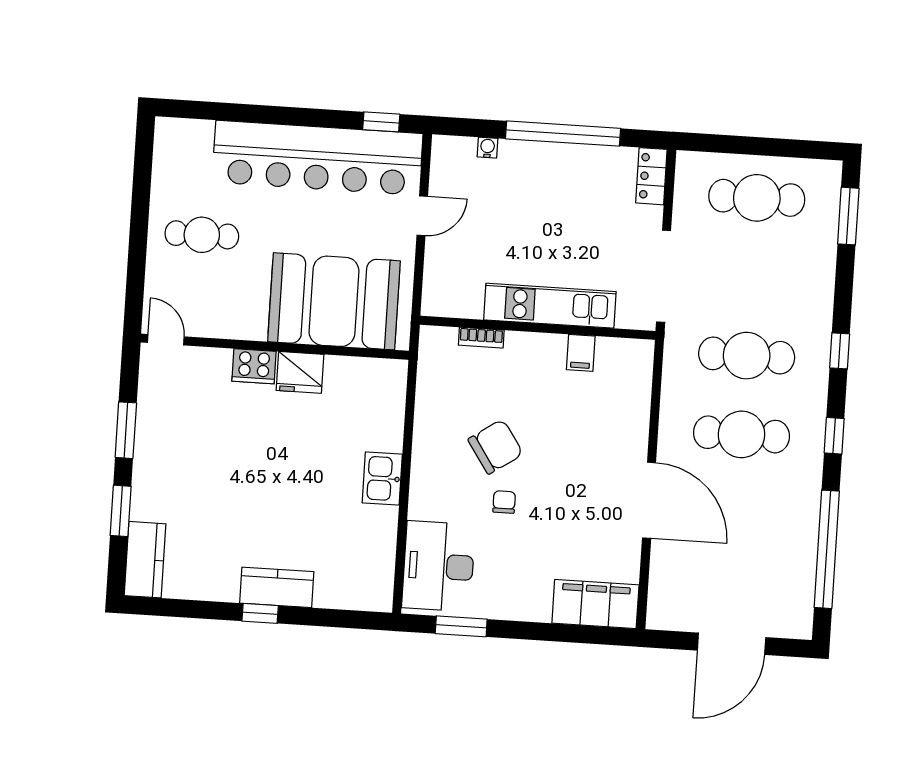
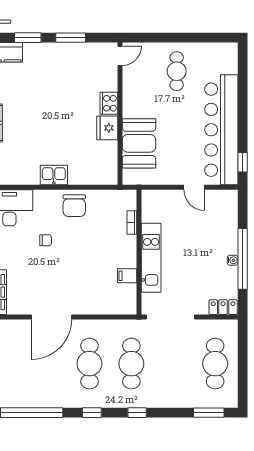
water cooler: (487, 148) -> (233, 260), moved
booth: (334, 301) -> (139, 143), width x0.73, depth x0.70
chair: (496, 447) -> (74, 206), moved, turned 34

